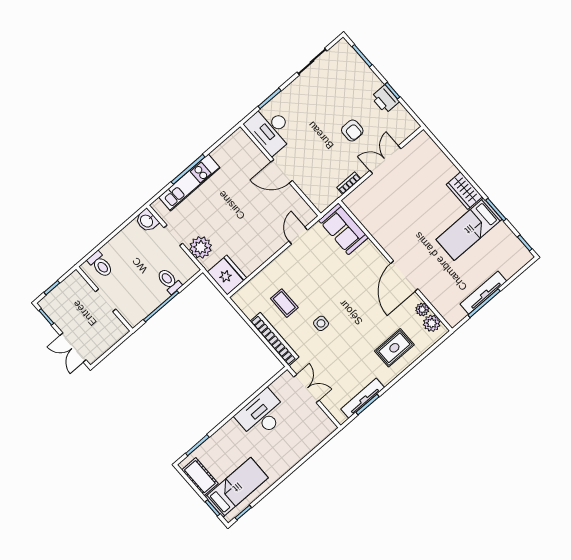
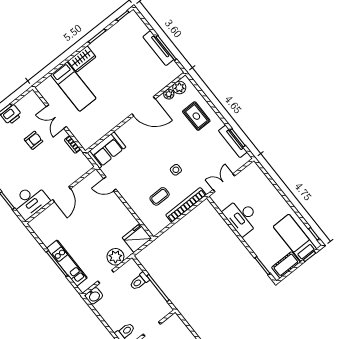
bed: (469, 229) -> (73, 87), moved

